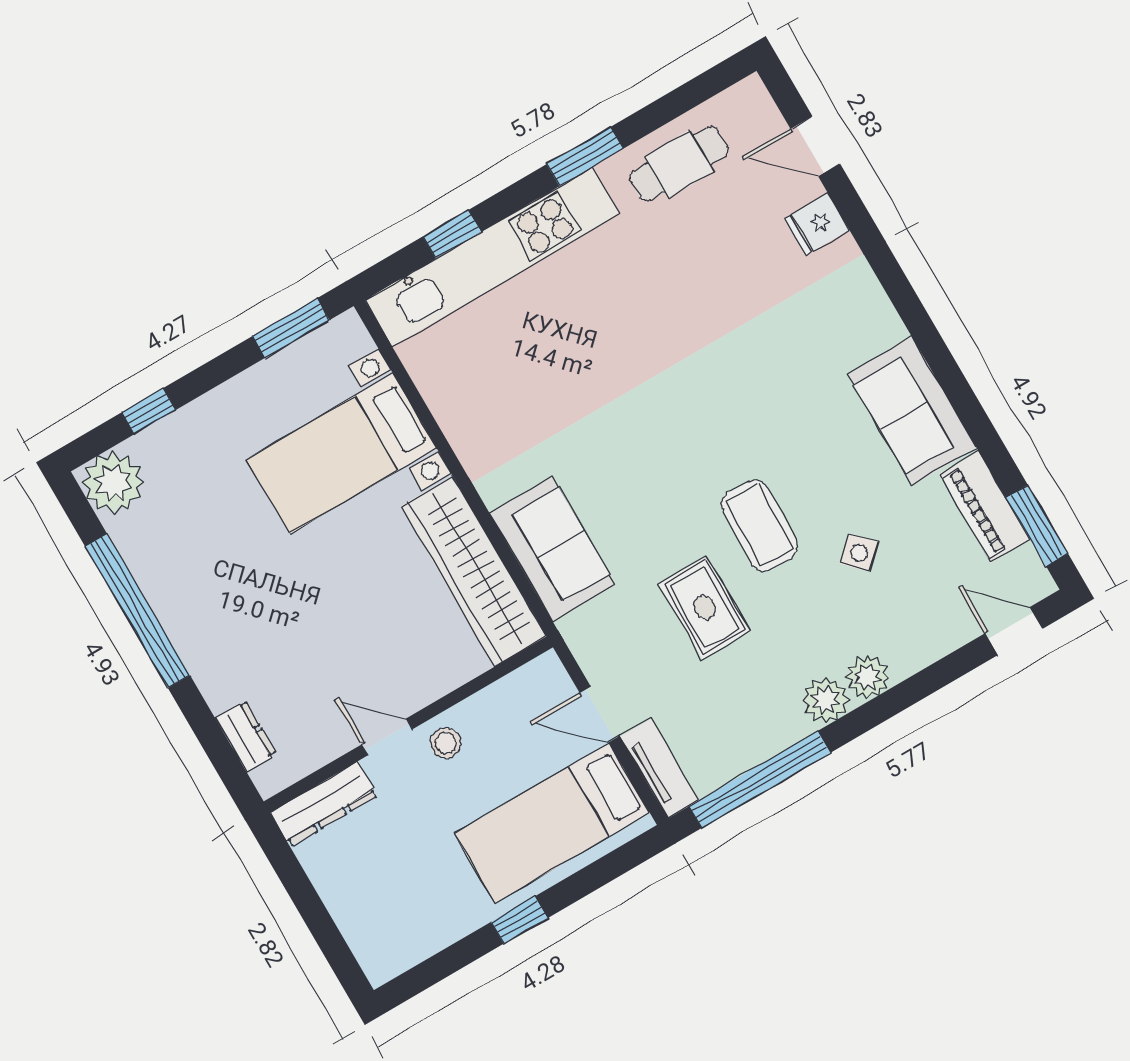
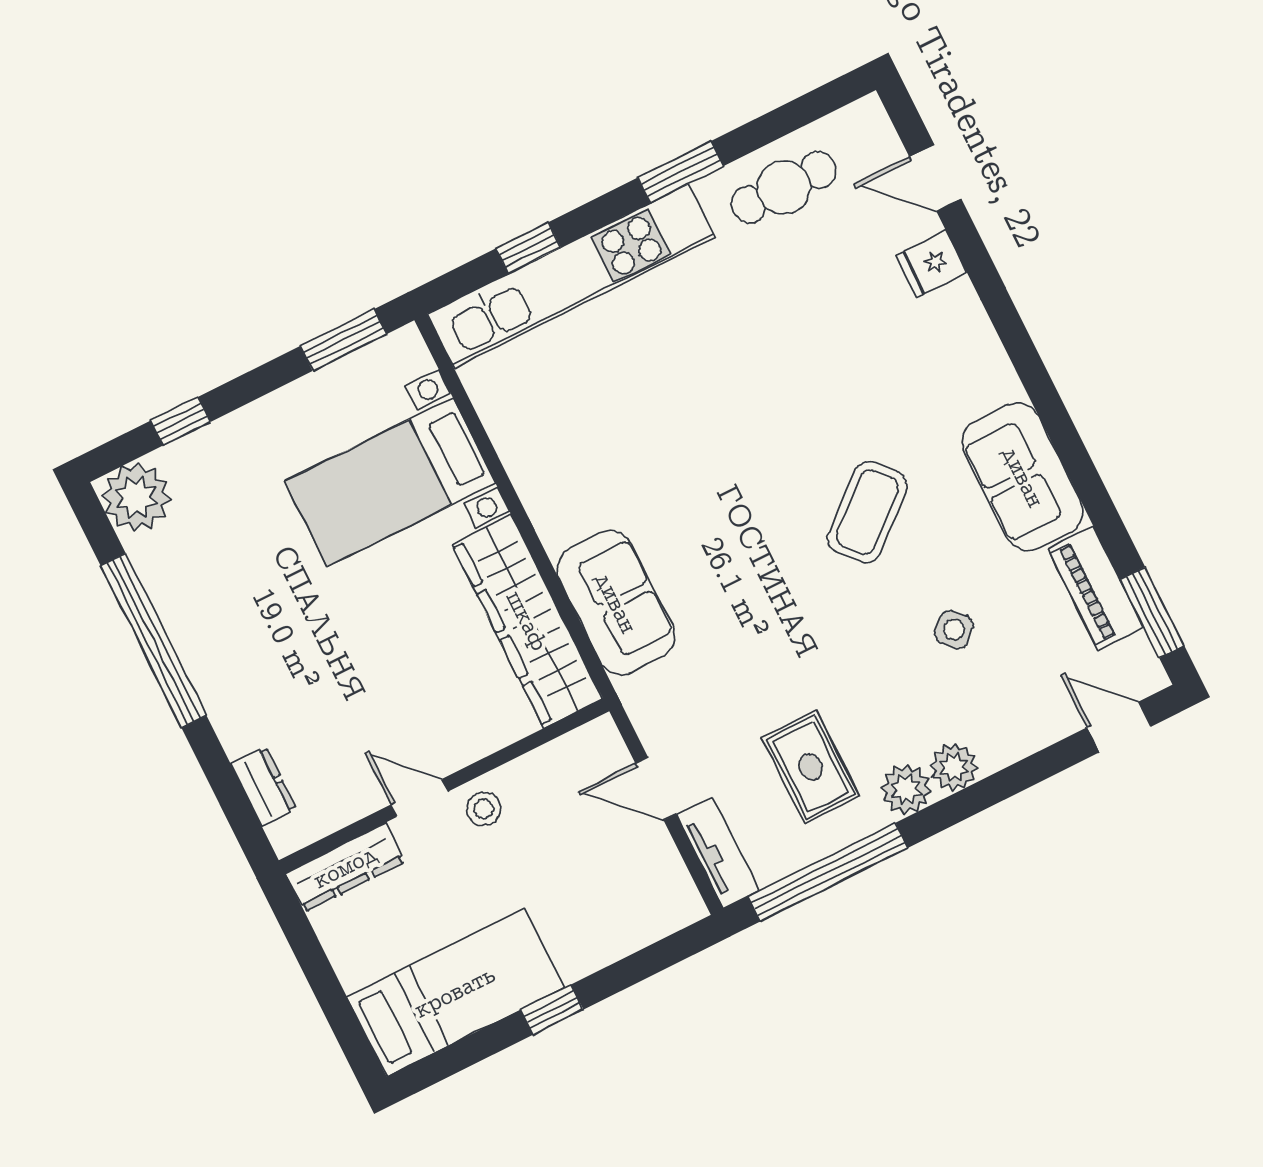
coffee table: (760, 526) -> (867, 512), moved, turned 47
rug: (705, 607) -> (811, 767), moved
bed: (552, 823) -> (455, 992), moved, turned 180

